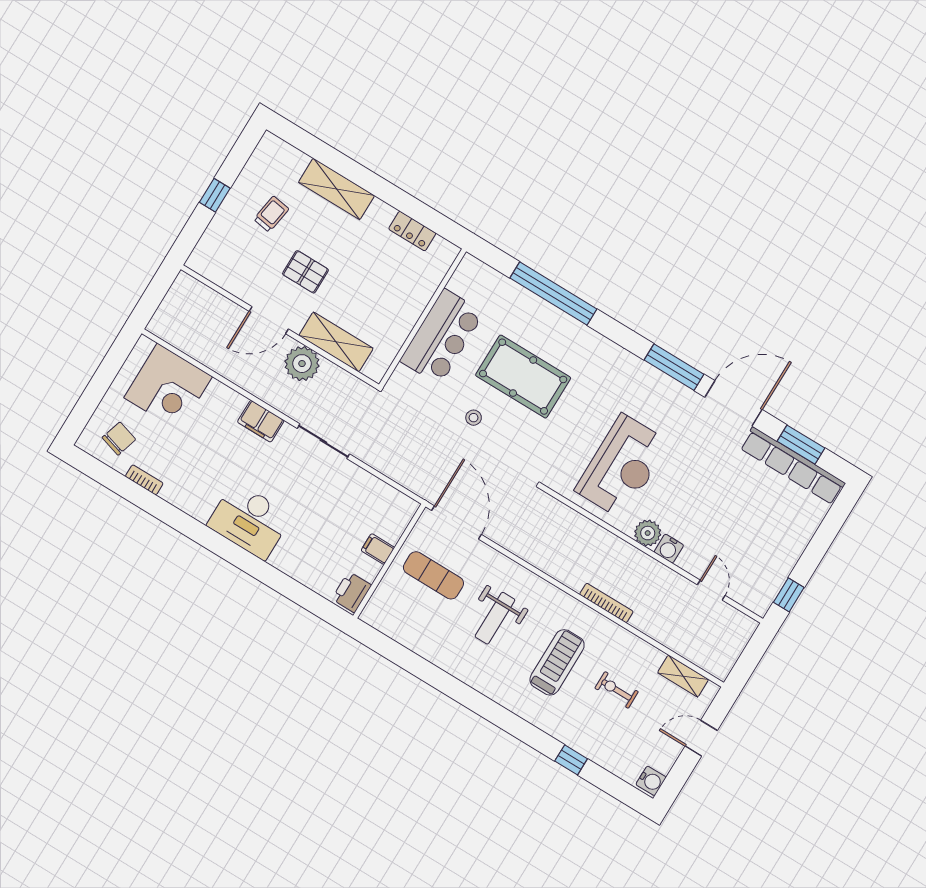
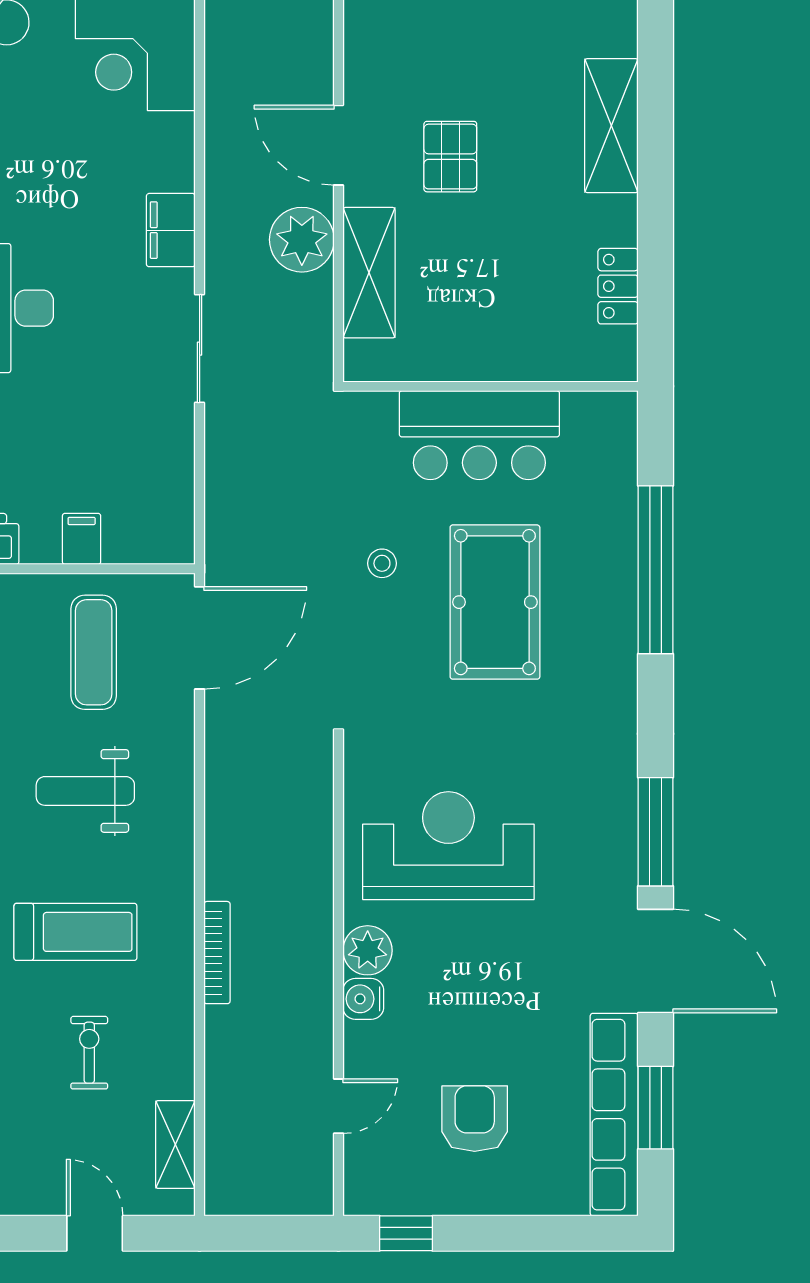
trolley: (271, 214) -> (509, 47), removed
reception desk: (622, 466) -> (448, 846), turned 180
armchair: (755, 531) -> (475, 1119), added

